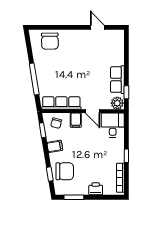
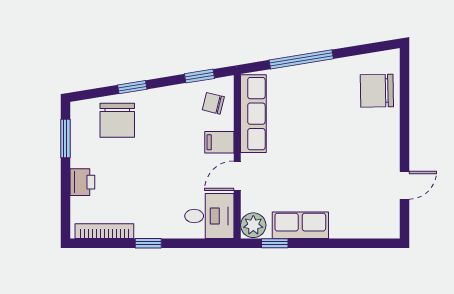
filing cabinet: (55, 146) -> (167, 101), removed
window: (50, 174) -> (132, 87), moved

